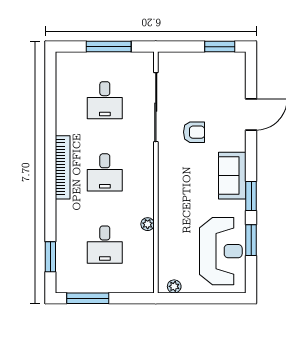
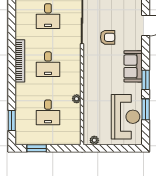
window: (88, 298) -> (37, 148), width x0.69

